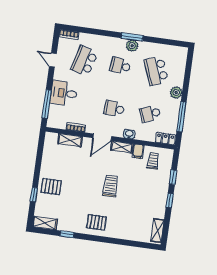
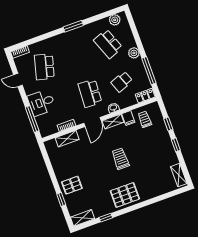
plant: (132, 46) -> (115, 20), moved
school desk: (120, 66) -> (76, 55), removed
school desk: (114, 109) -> (90, 93), width x1.85
pallet: (96, 222) -> (125, 195), width x1.50, depth x1.42

